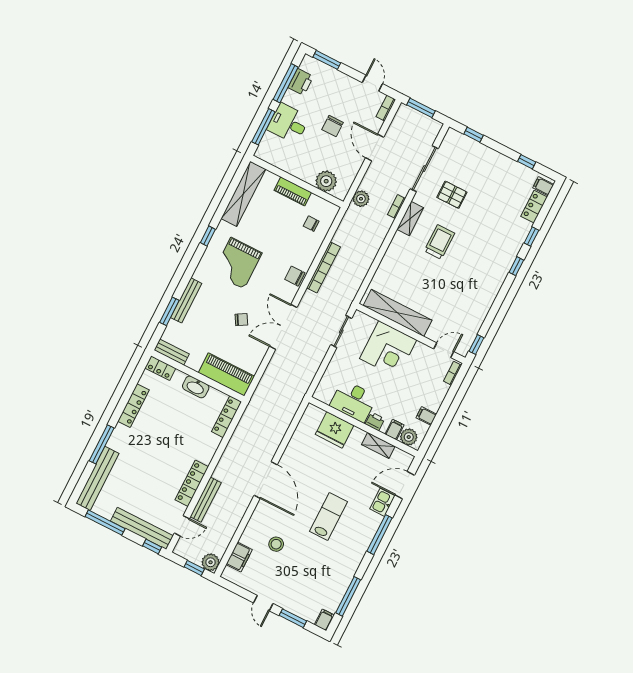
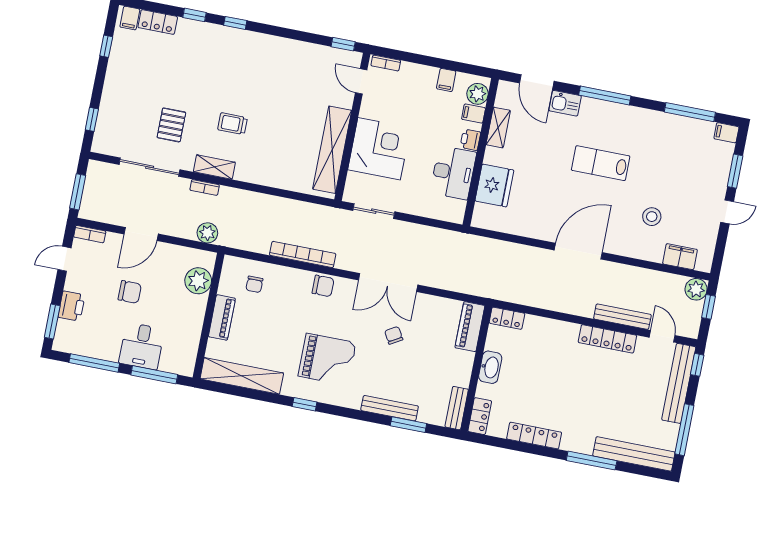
printer: (301, 82) -> (71, 306), moved, turned 90
trolley: (439, 242) -> (232, 124), width x0.73, depth x0.72
chair: (295, 276) -> (323, 286), turned -90
piano: (226, 374) -> (470, 327), width x0.73, depth x0.75
locker: (227, 417) -> (507, 318), width x0.66

